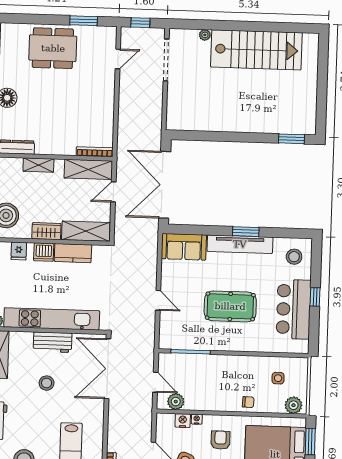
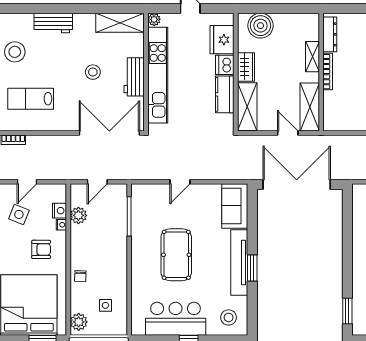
bookcase: (95, 152) -> (328, 72), moved
fridge: (19, 251) -> (222, 40), width x1.88, depth x1.34
plant: (176, 402) -> (78, 215), moved

